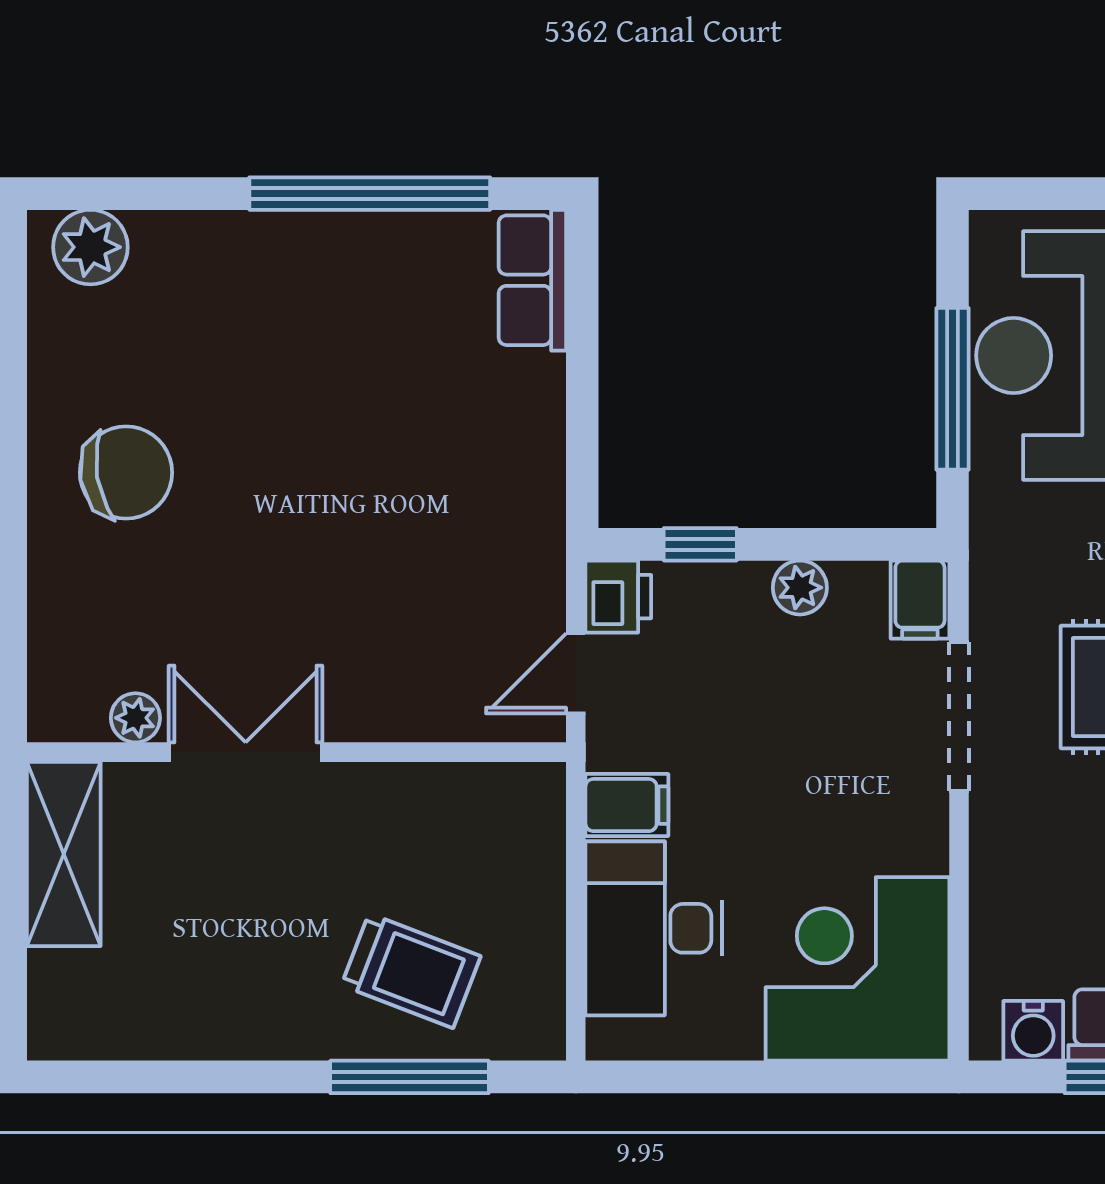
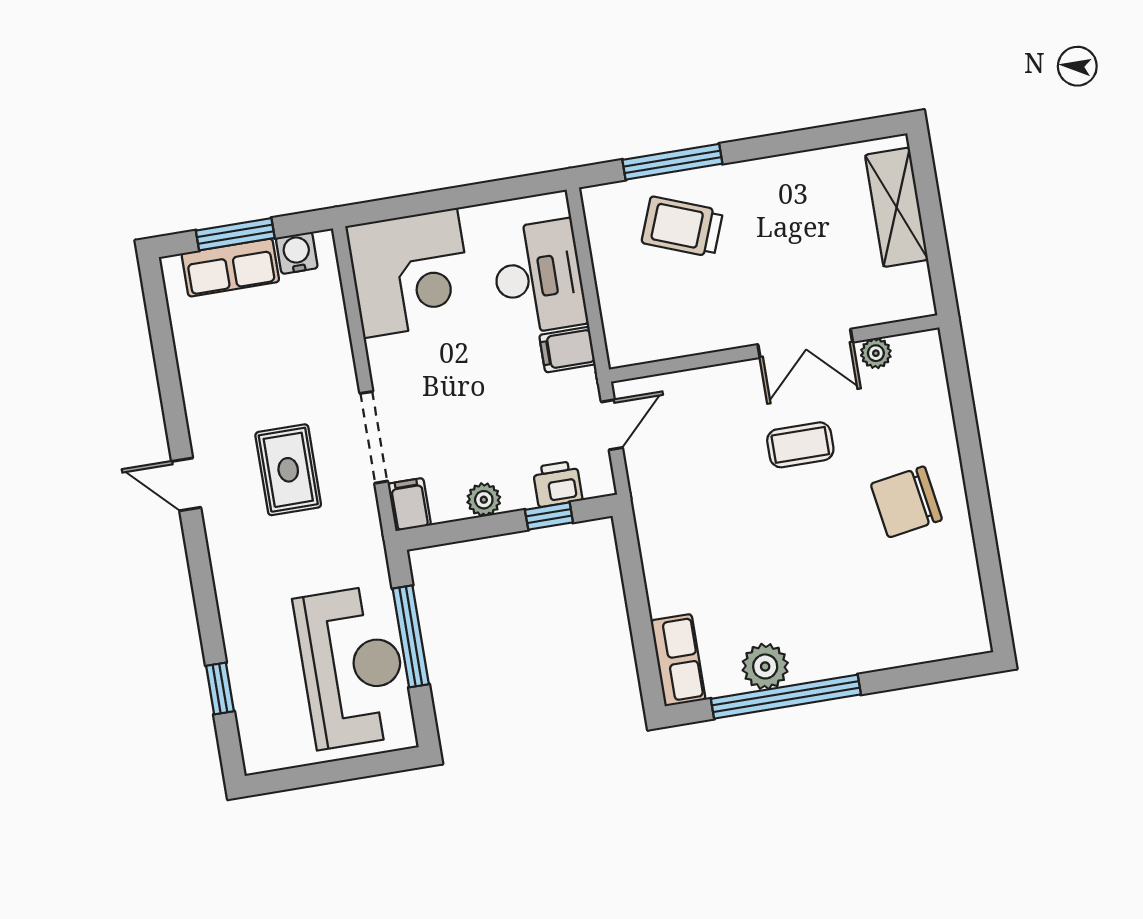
plant: (90, 247) -> (765, 666), moved
coffee table: (280, 592) -> (800, 445), added
printer: (618, 597) -> (558, 484), moved, turned 90
shelving: (64, 854) -> (897, 207), moved

